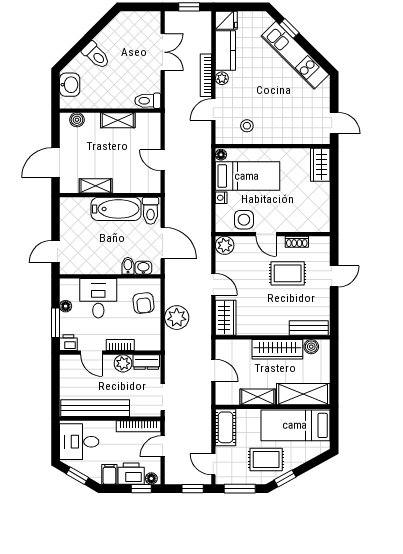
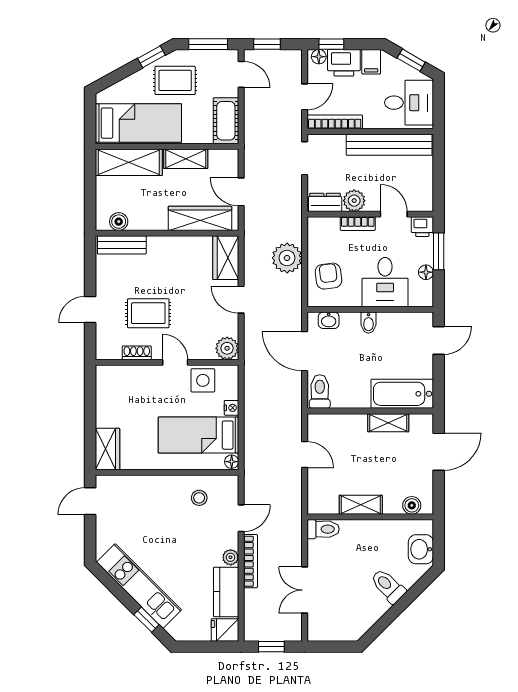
door: (334, 123) -> (90, 501), hinge flipped
bathtub: (116, 209) -> (402, 394), moved
bidet: (128, 266) -> (368, 323), moved
wardrobe: (277, 349) -> (200, 218), moved

